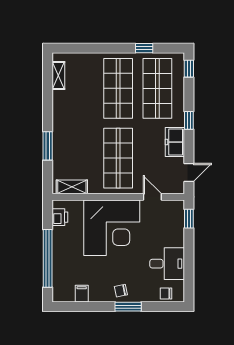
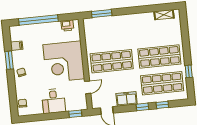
window: (189, 69) -> (162, 105), moved
window: (48, 146) -> (102, 14), moved
shelving: (72, 187) -> (89, 32), removed
desk: (167, 264) -> (54, 101), moved
window: (128, 307) -> (9, 60), moved

